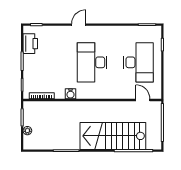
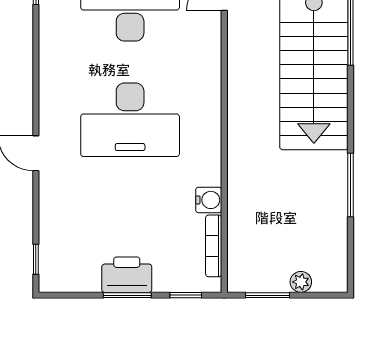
printer: (30, 44) -> (127, 275), moved
water cooler: (70, 94) -> (209, 200), moved

